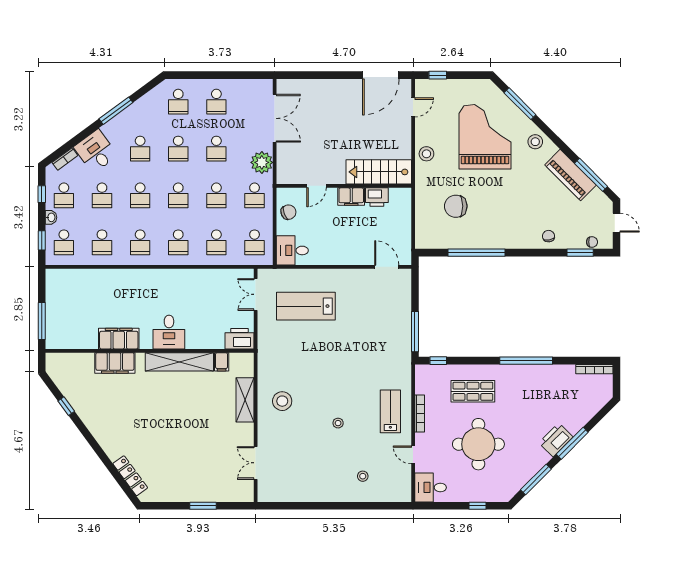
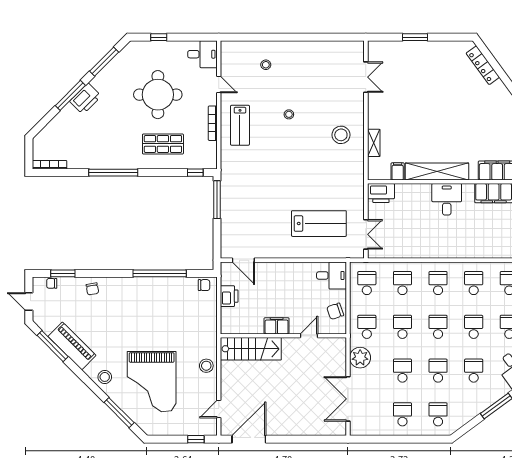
printer: (377, 197) -> (229, 296), moved, turned 90
chair: (456, 206) -> (204, 285), moved, width x0.54, depth x0.54
shelving: (245, 400) -> (374, 143), width x0.67, depth x0.75

